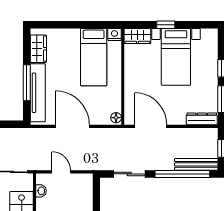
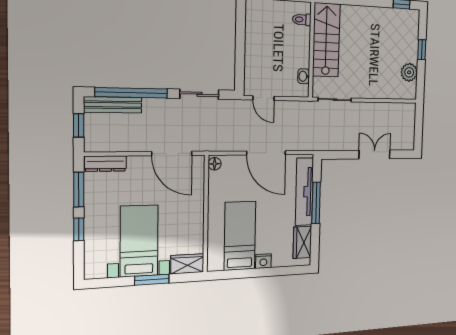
window: (166, 25) -> (152, 280), width x1.50
nightstand: (114, 34) -> (263, 261), moved
door: (61, 172) -> (263, 98), moved

